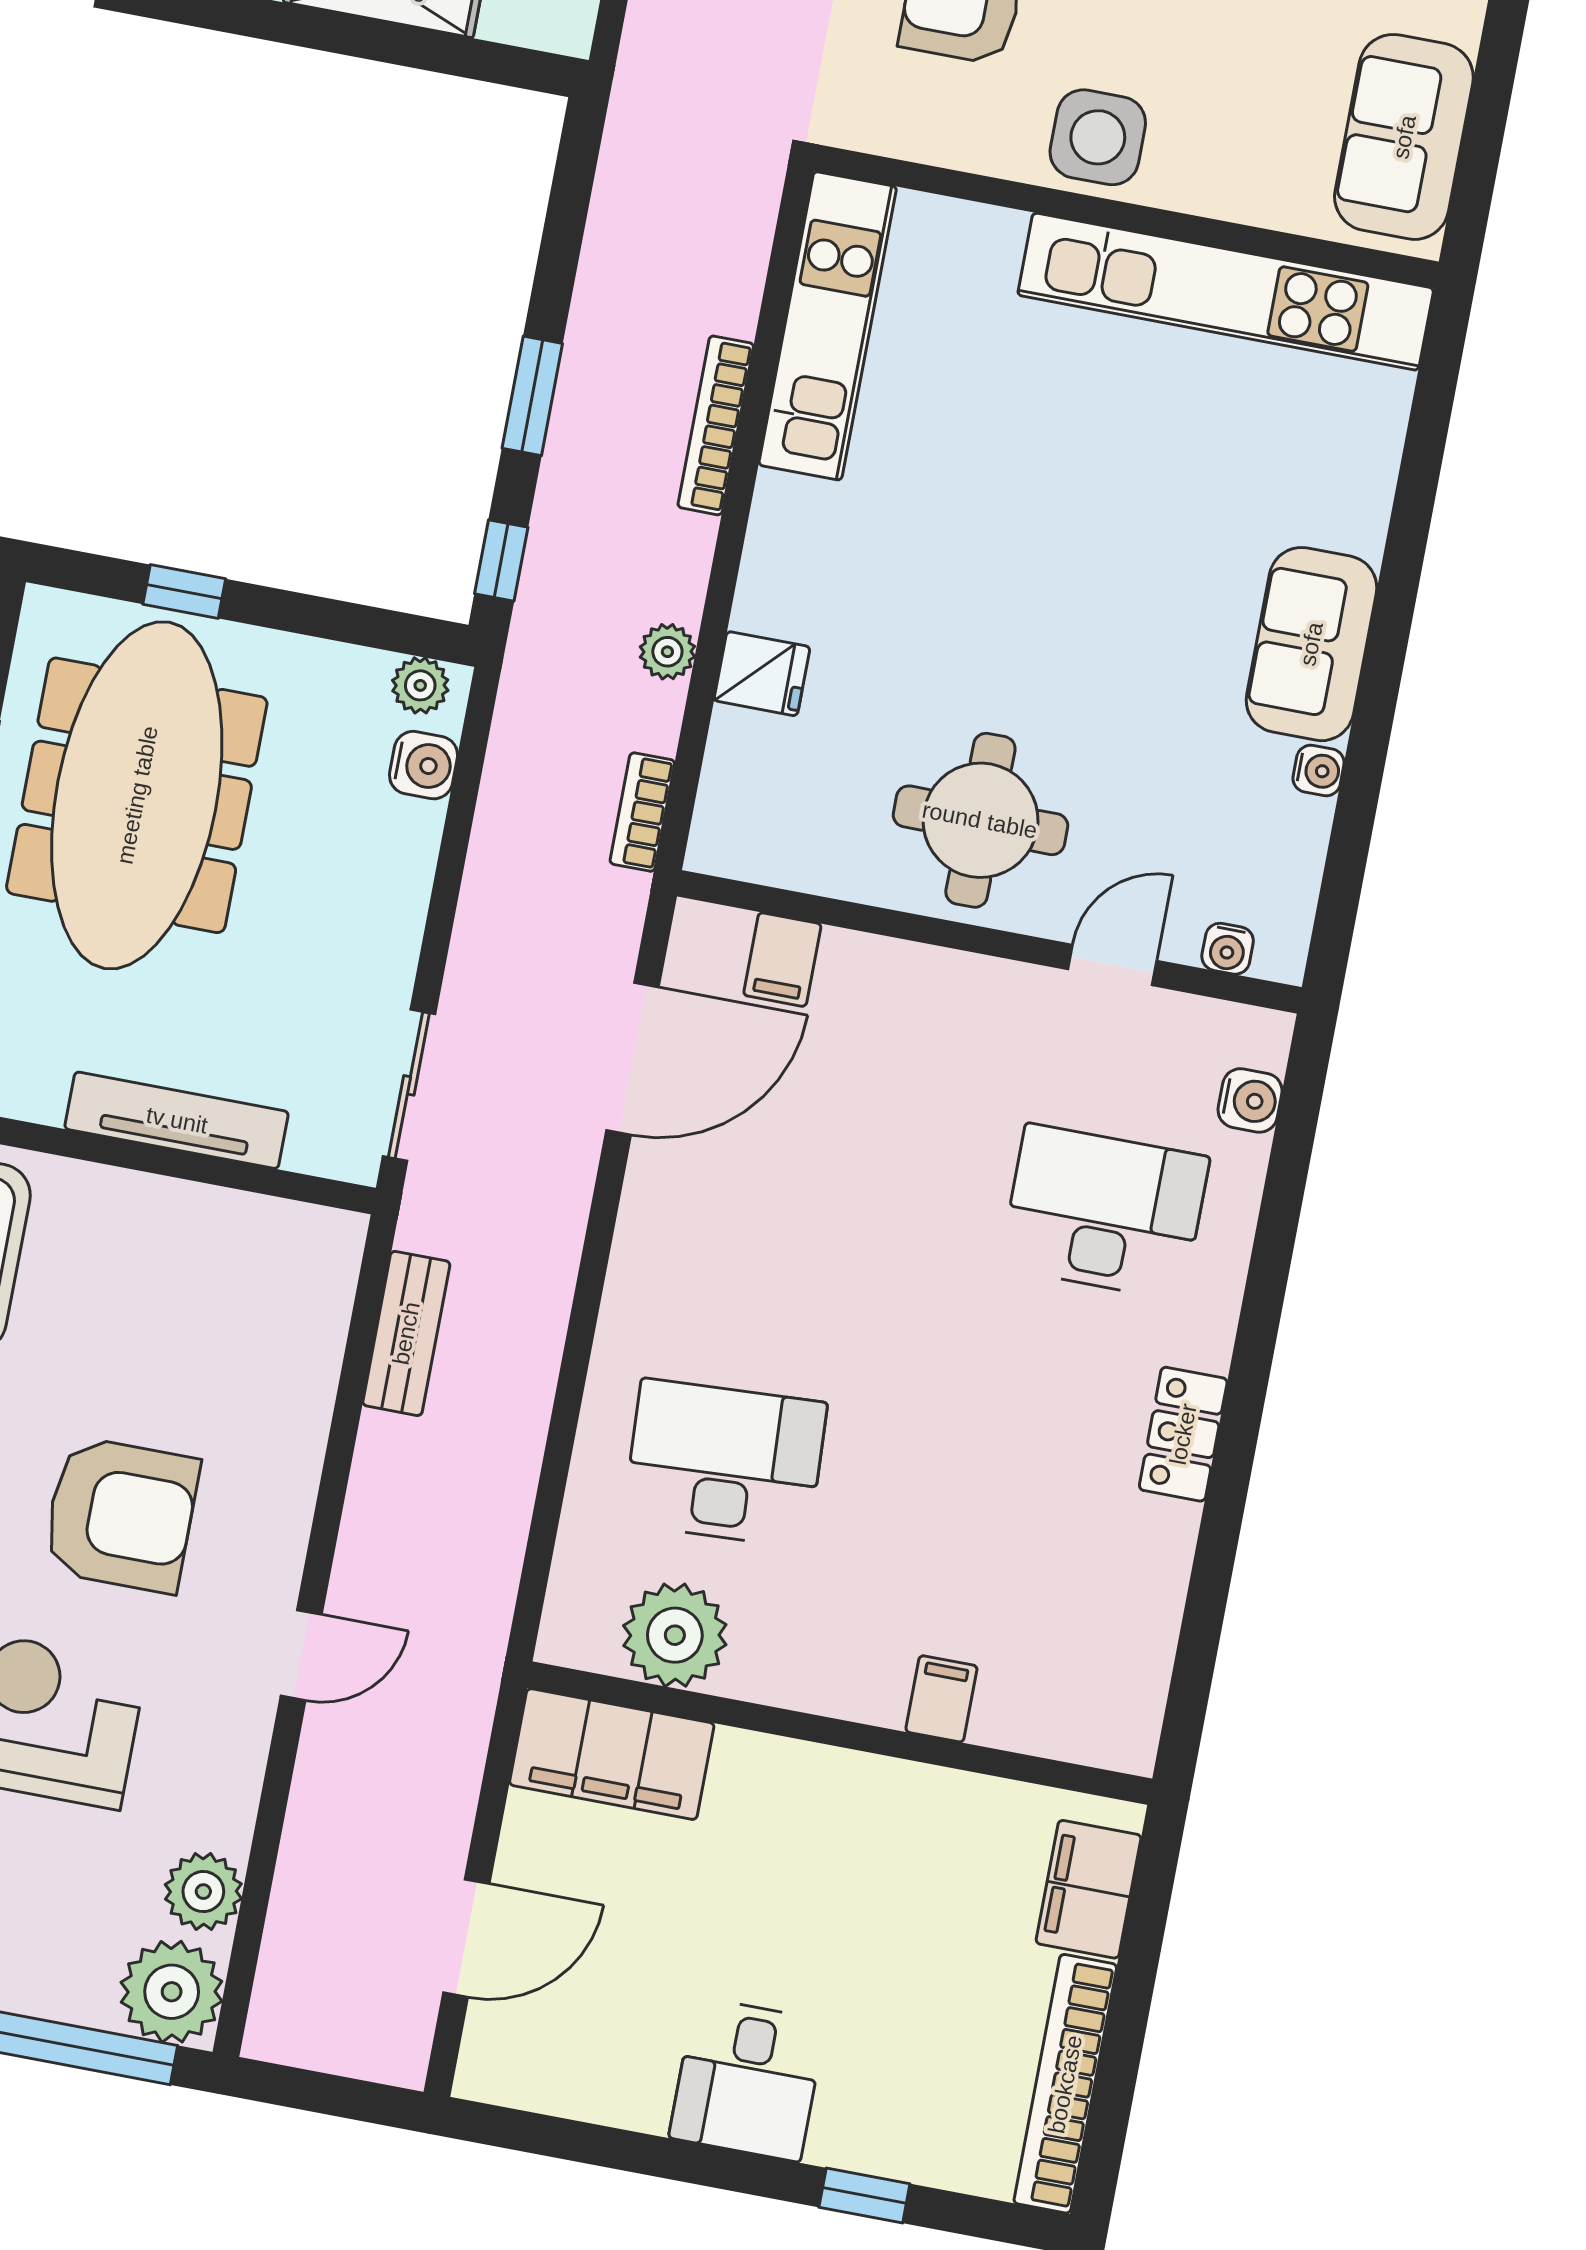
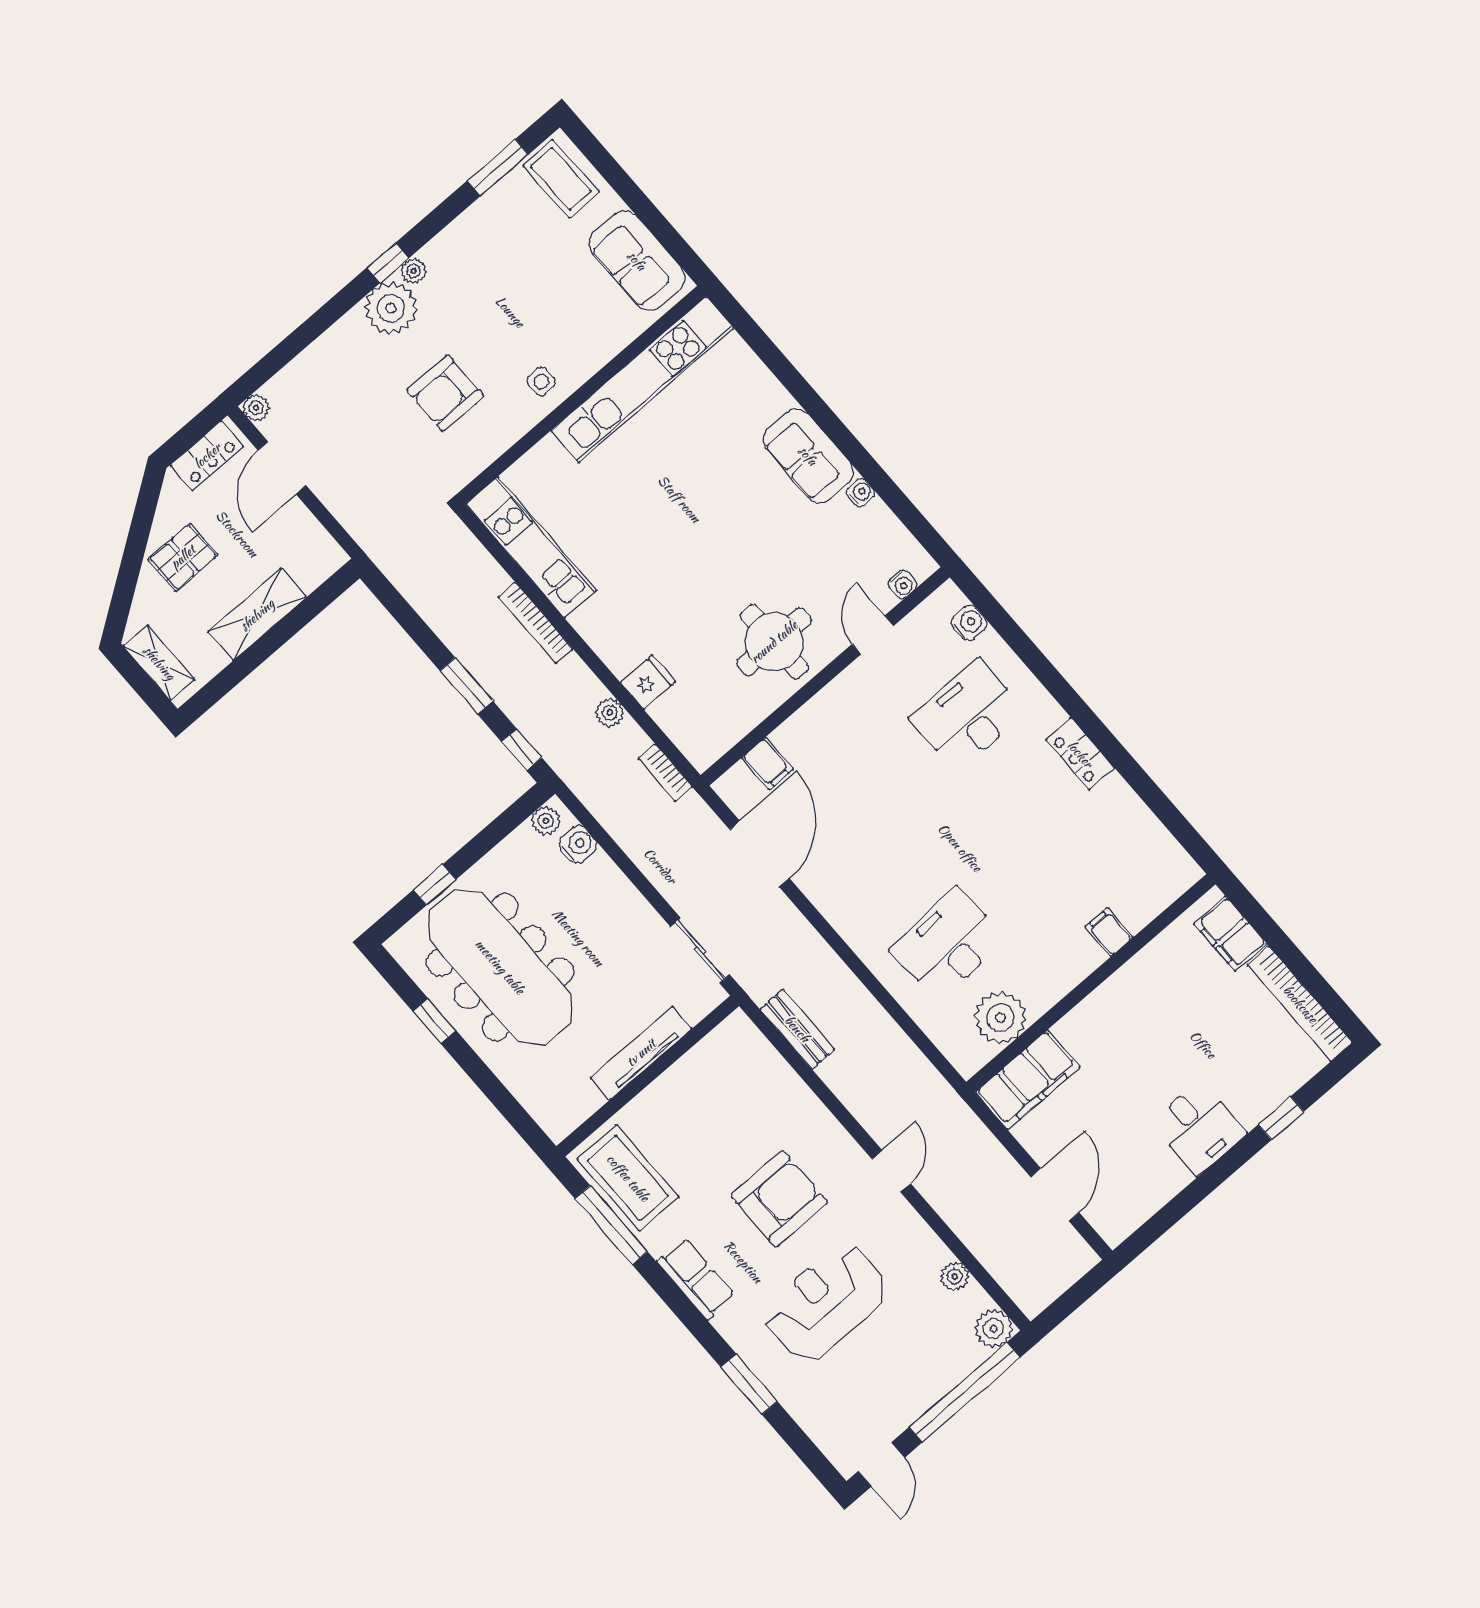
side table: (1098, 137) -> (541, 382), width x0.54, depth x0.54
plant: (203, 1892) -> (955, 1277), width x0.73, depth x0.73
plant: (172, 1992) -> (994, 1329), width x0.73, depth x0.73

